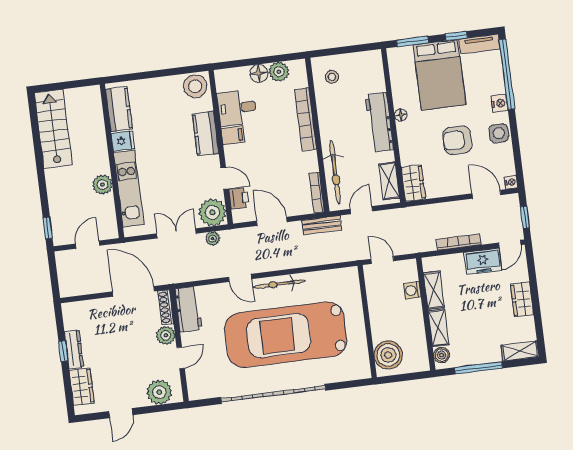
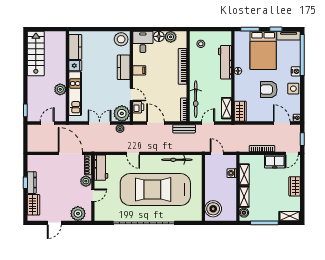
desk: (237, 108) -> (143, 42), moved, turned 90
workbench: (379, 122) -> (225, 62), moved
bicycle: (279, 284) -> (177, 160), moved

